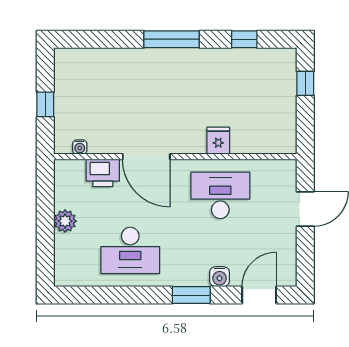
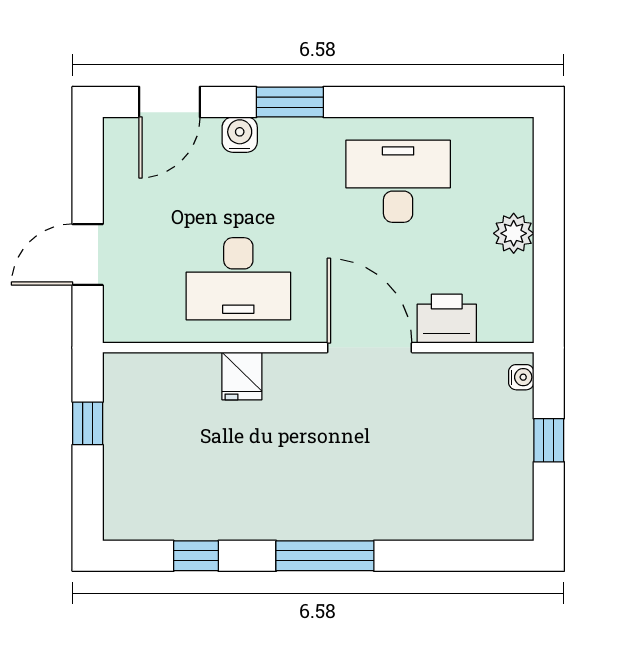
window: (305, 83) -> (88, 423), moved
water cooler: (80, 147) -> (521, 377), moved, turned 90

